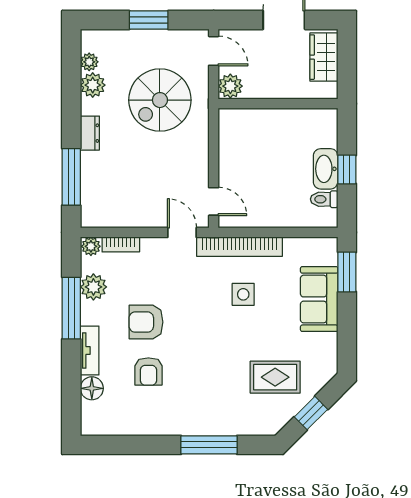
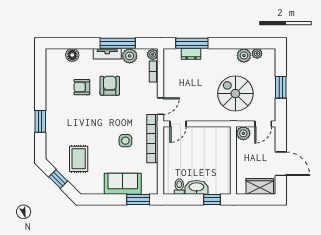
dresser: (90, 133) -> (191, 54), moved
window: (347, 170) -> (212, 199), moved
tv unit: (90, 350) -> (107, 54), moved
window: (209, 445) -> (40, 121), width x0.69

